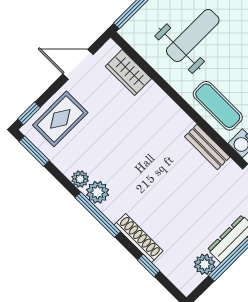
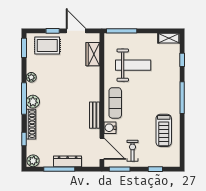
window: (29, 113) -> (53, 31), moved
plant: (98, 192) -> (33, 102), moved
plant: (205, 264) -> (33, 161), moved

